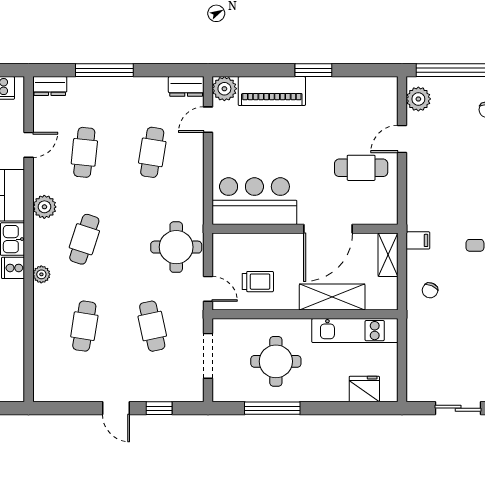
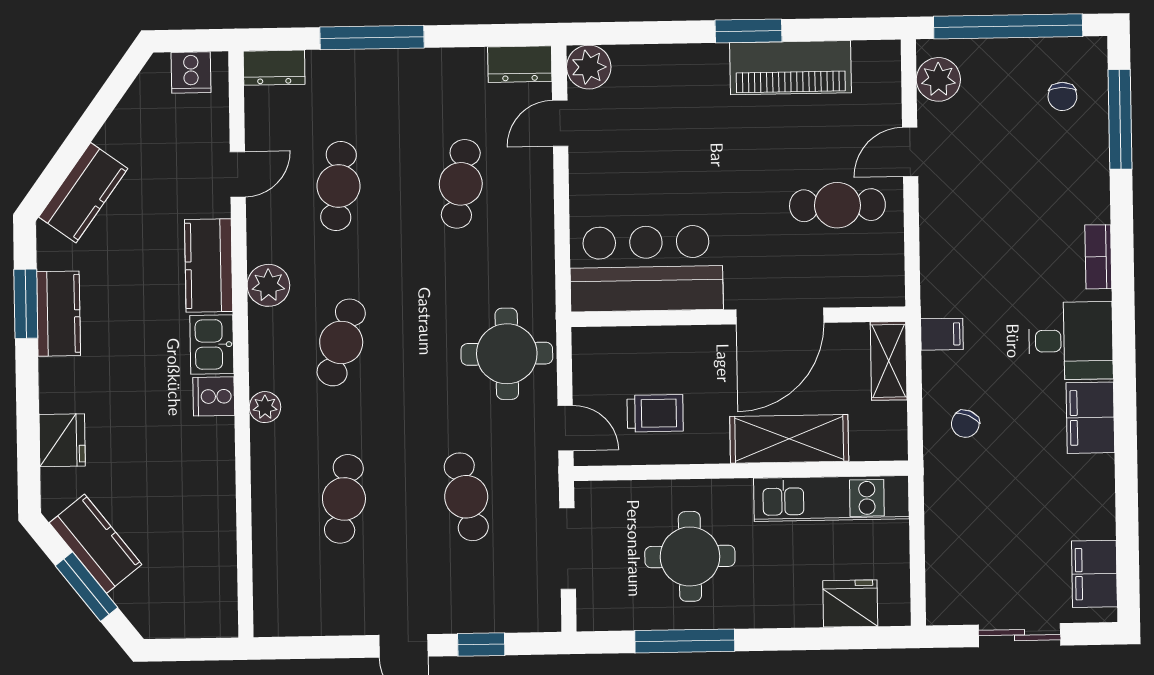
piano: (272, 91) -> (790, 68), moved

